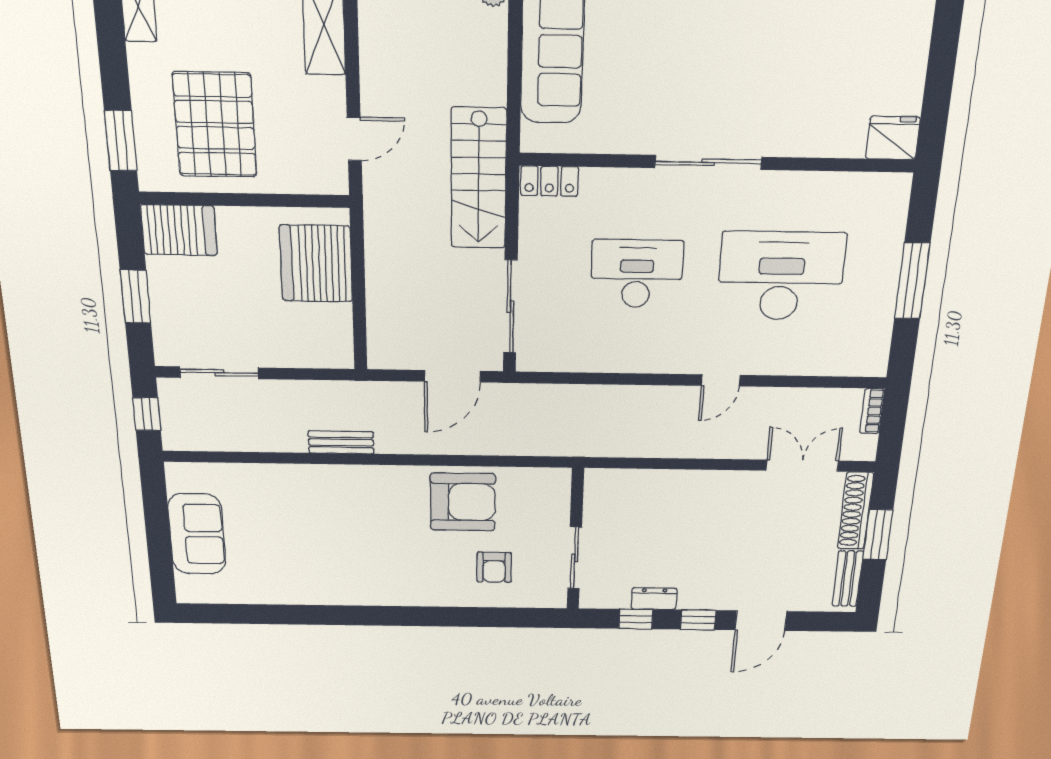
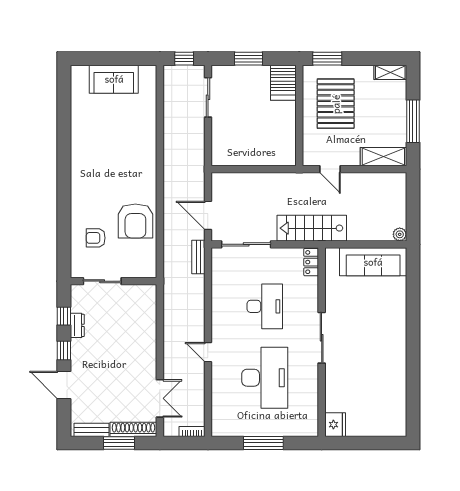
pallet: (215, 125) -> (336, 104), turned 90
server rack: (316, 263) -> (267, 149), removed
bench: (341, 442) -> (198, 257), moved

